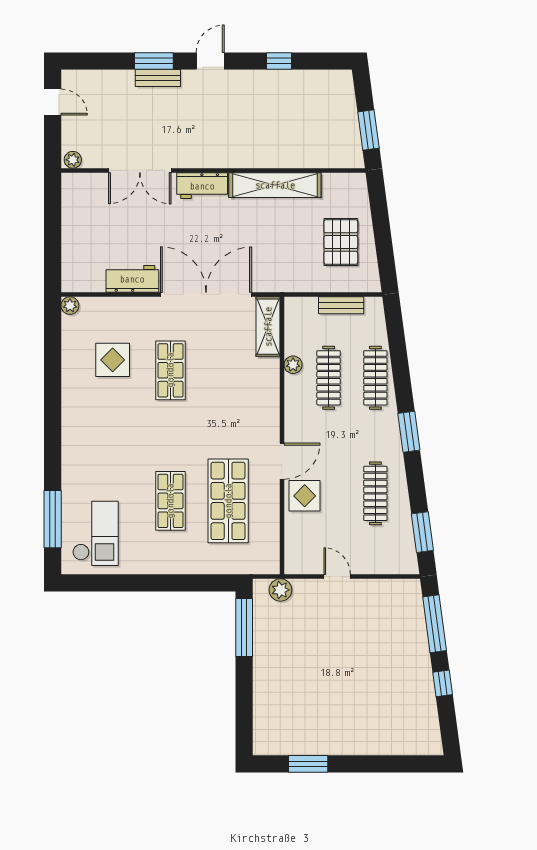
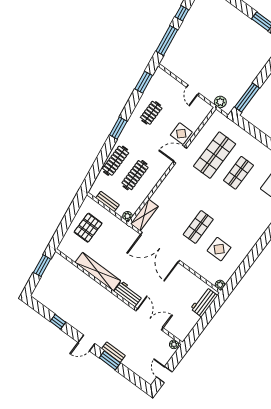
workbench: (132, 279) -> (204, 302), moved, turned 90
plant: (293, 365) -> (127, 216), moved
clothes rail: (375, 493) -> (151, 113), width x0.73

